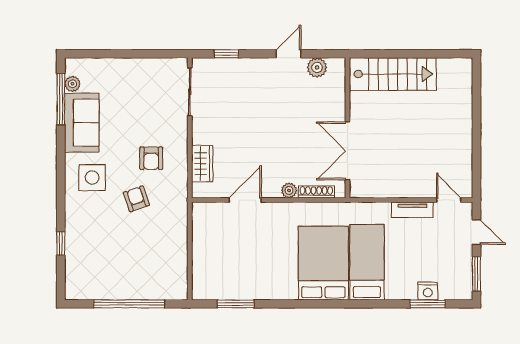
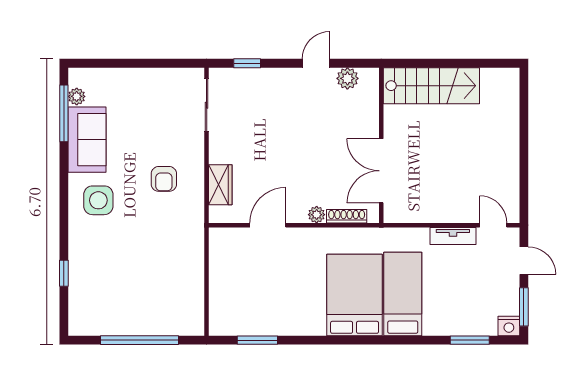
armchair: (136, 199) -> (148, 224), removed
nightstand: (428, 291) -> (509, 326), moved

